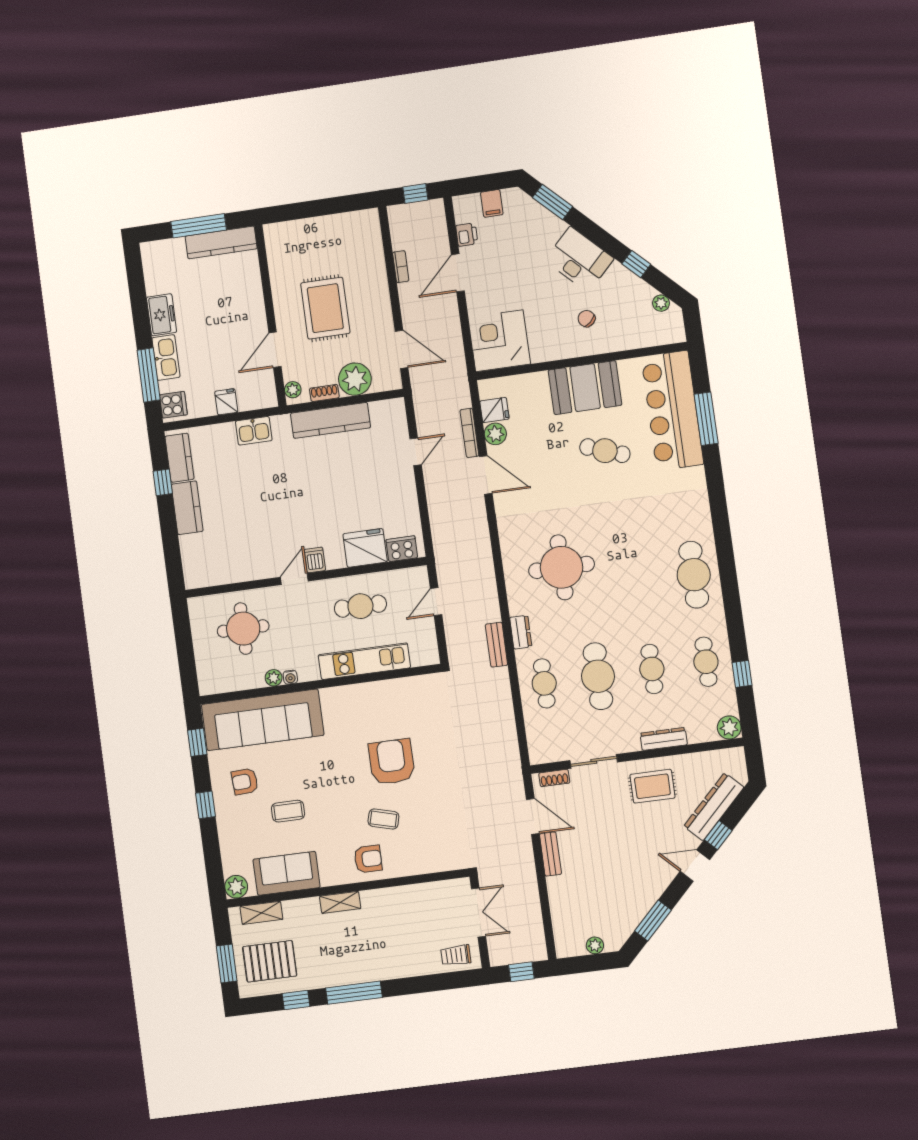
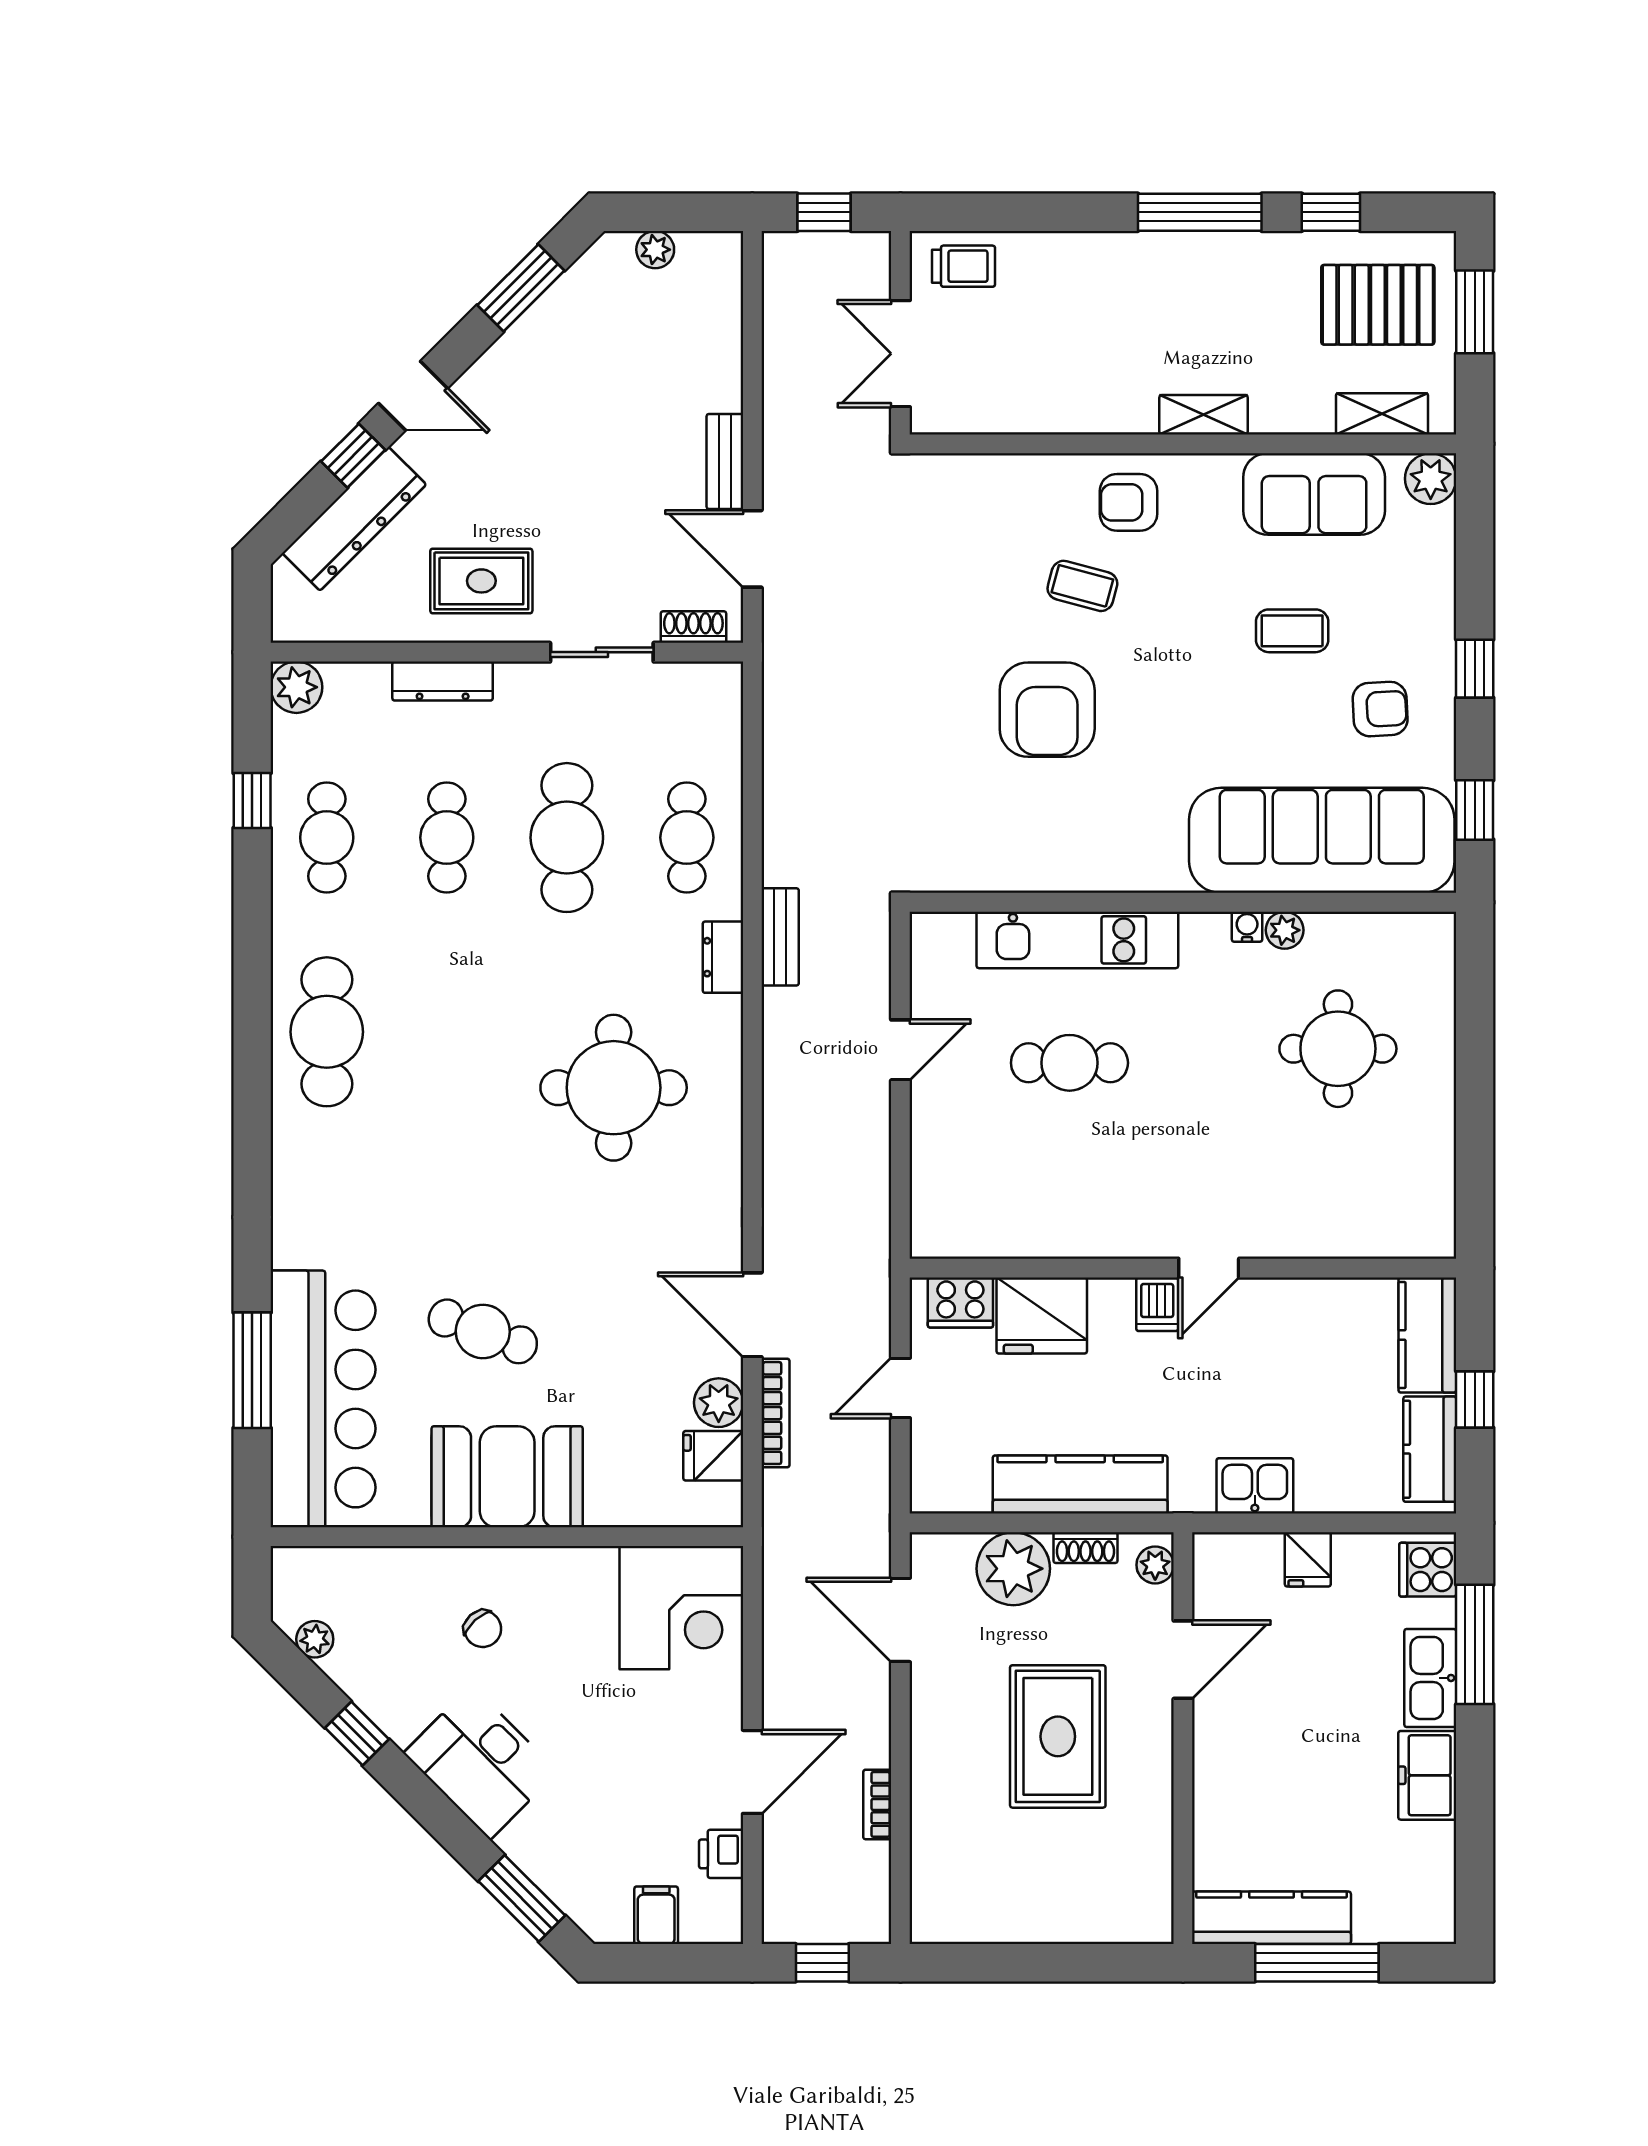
fridge: (365, 548) -> (1042, 1316), moved
cooker: (402, 549) -> (960, 1302), moved
dishwasher: (315, 560) -> (1157, 1304), moved
wall: (306, 577) -> (1183, 1268), moved
door: (294, 579) -> (1209, 1268), moved

